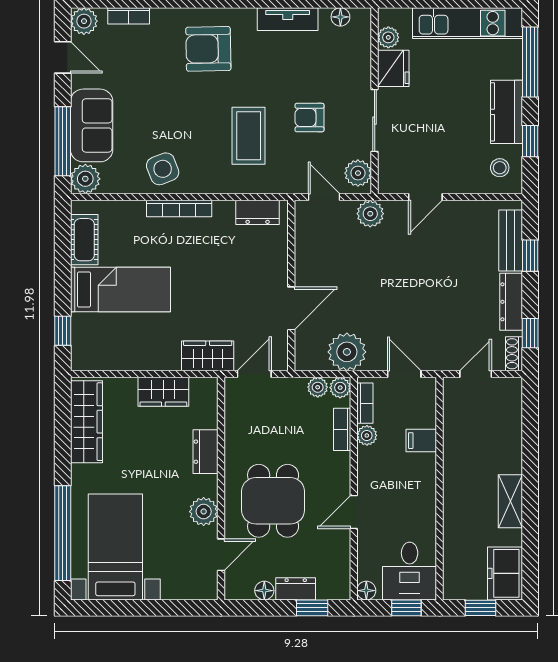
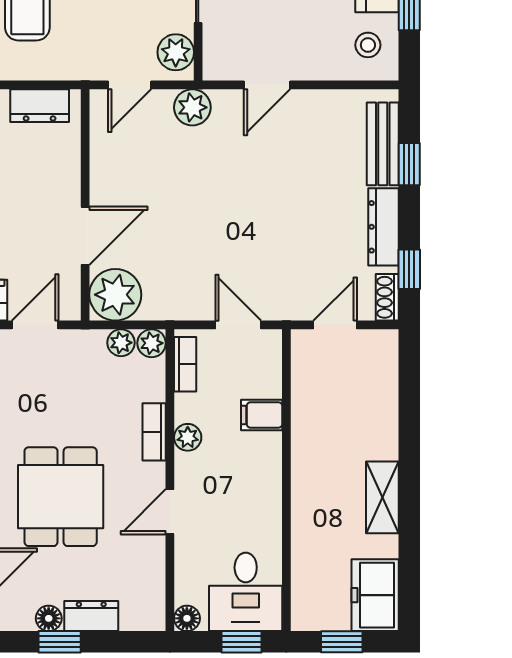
door: (324, 197) -> (130, 85), swing flipped
plant: (347, 352) -> (115, 295), moved
bookcase: (342, 429) -> (154, 432), moved
plant: (367, 435) -> (188, 437), moved
window: (312, 608) -> (60, 642), moved

